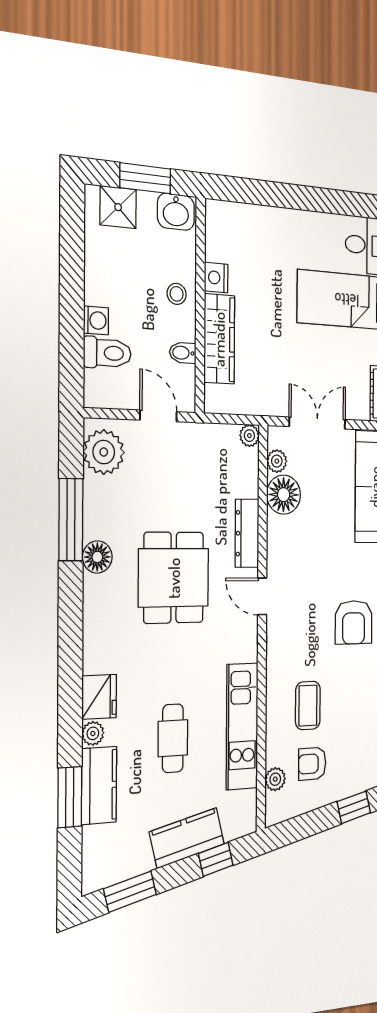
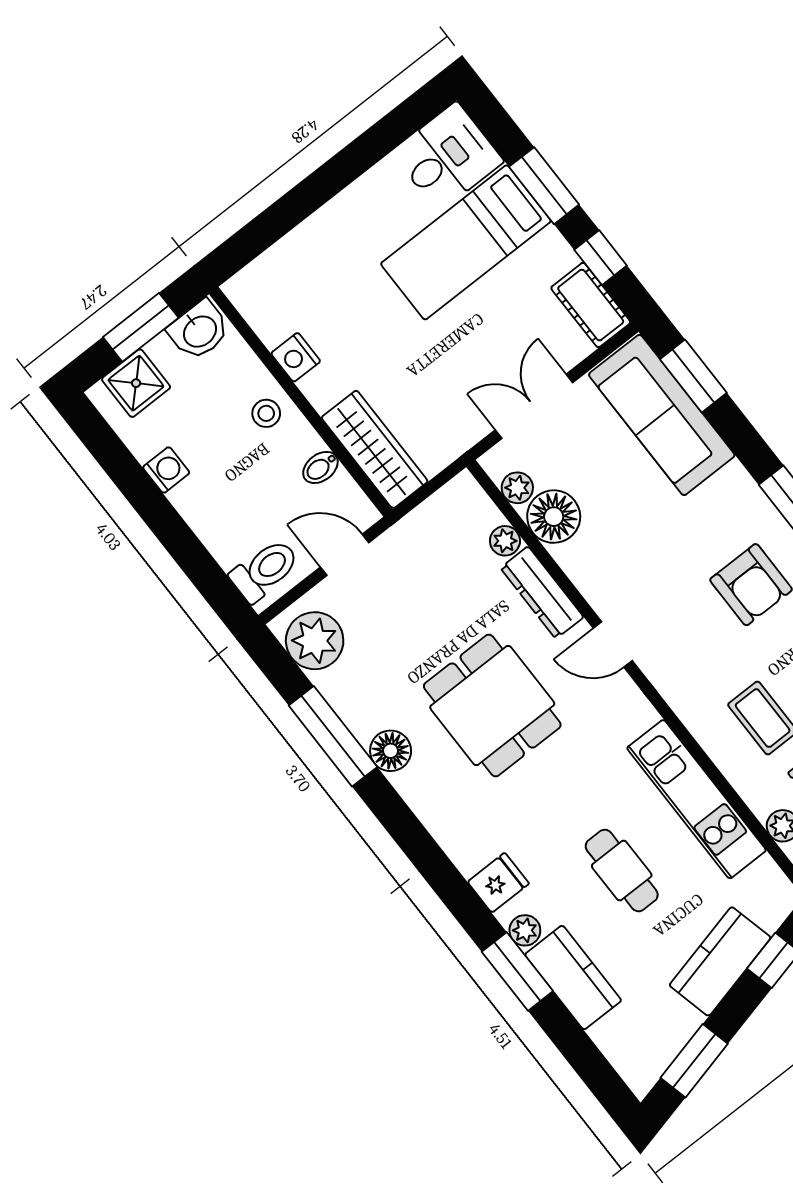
washing machine: (96, 320) -> (166, 470), moved
wardrobe: (219, 339) -> (375, 449), moved
toilet: (107, 353) -> (265, 570), moved
plant: (249, 436) -> (505, 541), moved
fridge: (99, 697) -> (498, 883), width x0.72
window: (70, 797) -> (517, 971), moved

